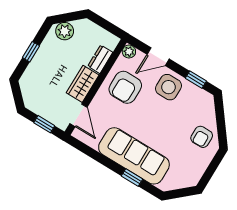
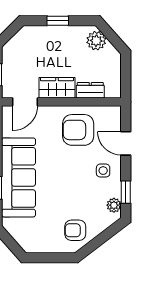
plant: (129, 52) -> (114, 205), moved
side table: (169, 87) -> (103, 171), width x0.54, depth x0.54

